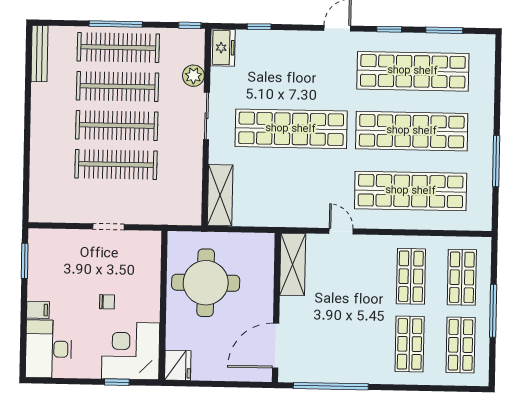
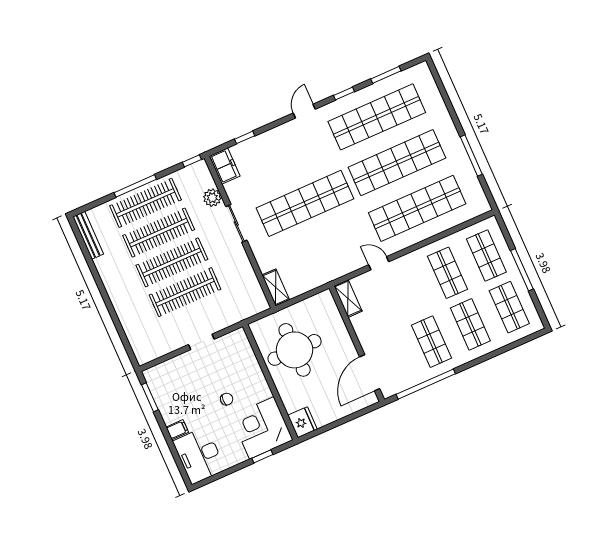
shelving: (220, 195) -> (276, 287), width x0.67, depth x0.75
shelving: (293, 264) -> (348, 299), width x0.67, depth x0.75
shop shelf: (359, 343) -> (431, 342), added

